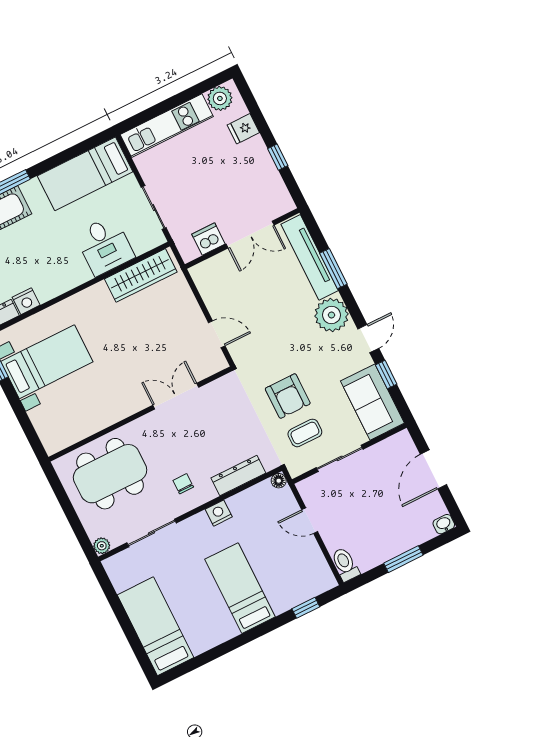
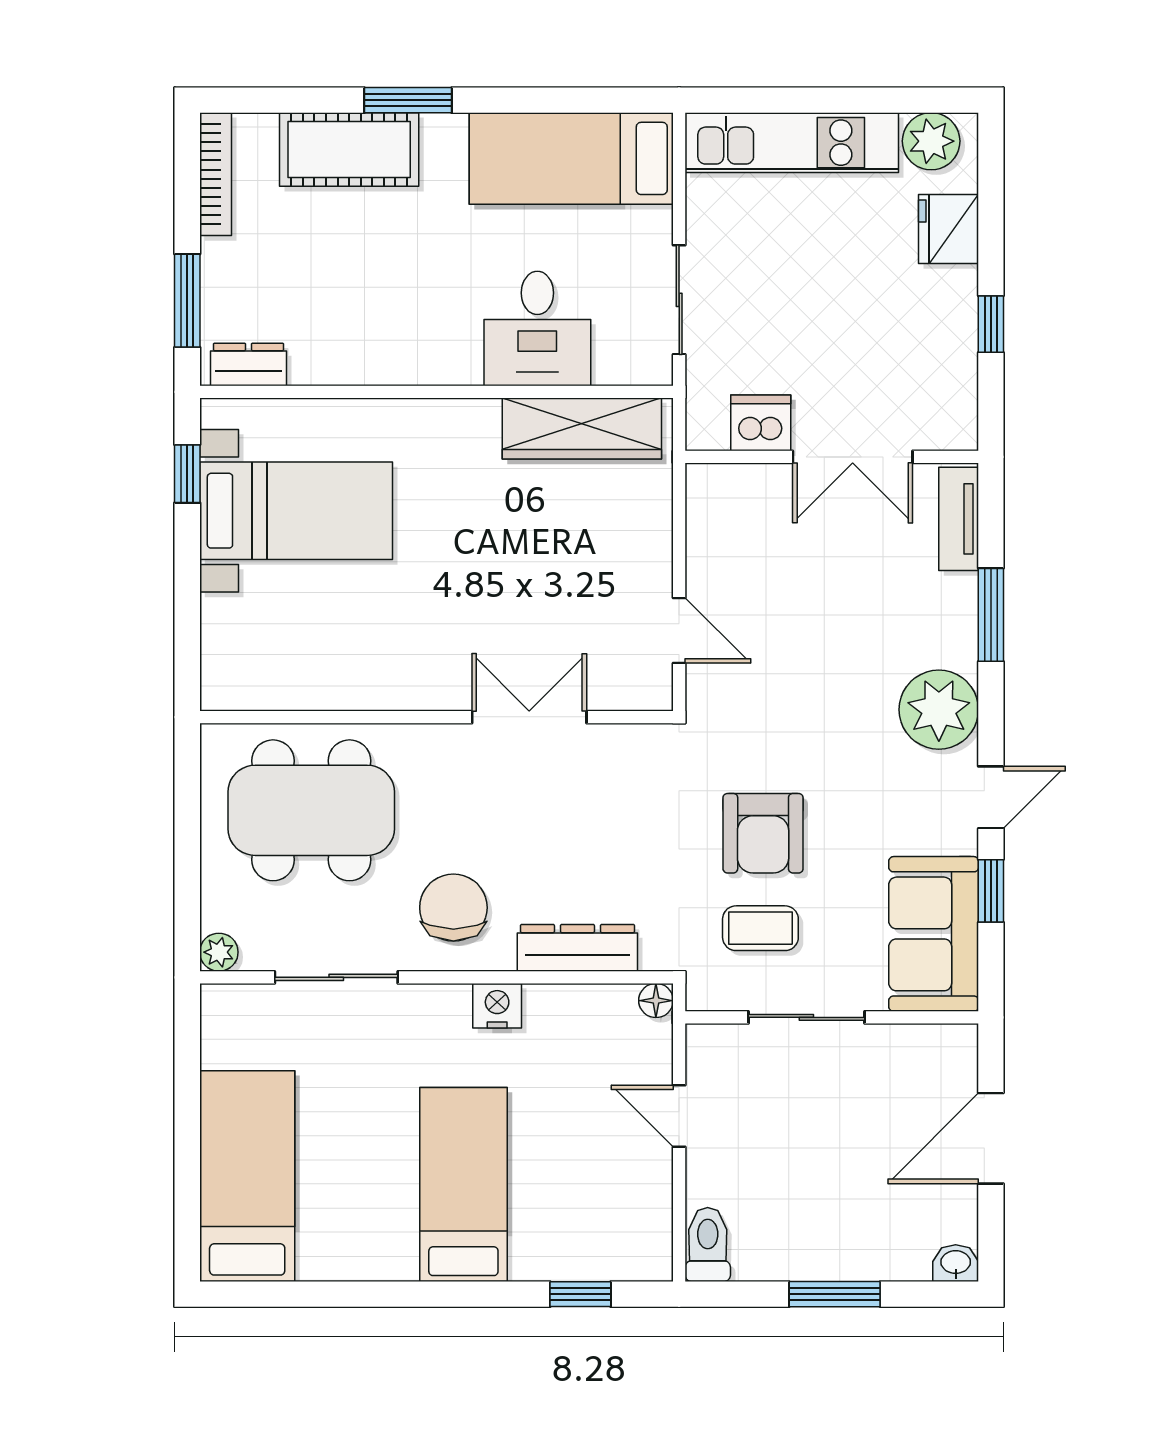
fridge: (243, 129) -> (949, 229), width x1.38
tv unit: (310, 257) -> (959, 519), width x0.52, depth x0.78
nightstand: (26, 301) -> (315, 363), removed
chair: (183, 484) -> (453, 908), width x1.87, depth x1.87

